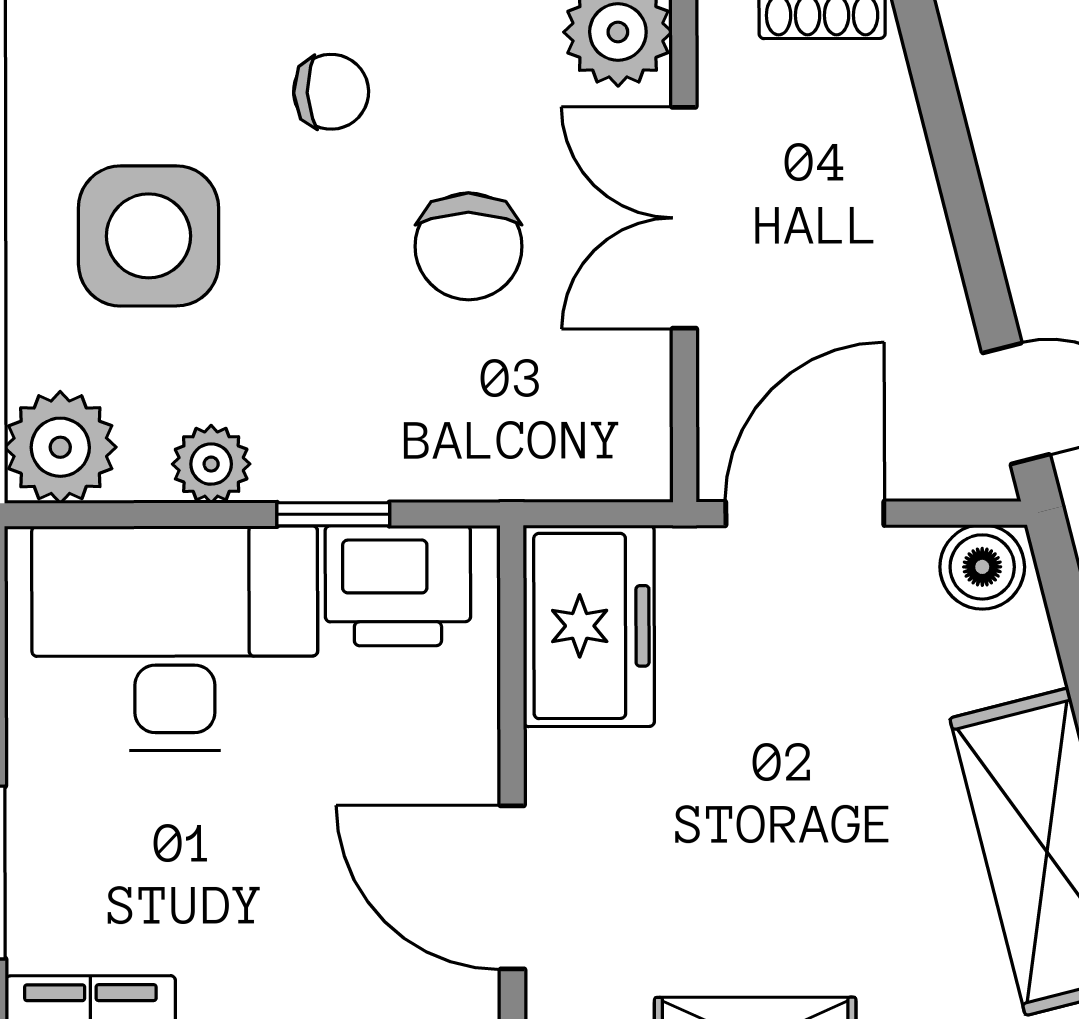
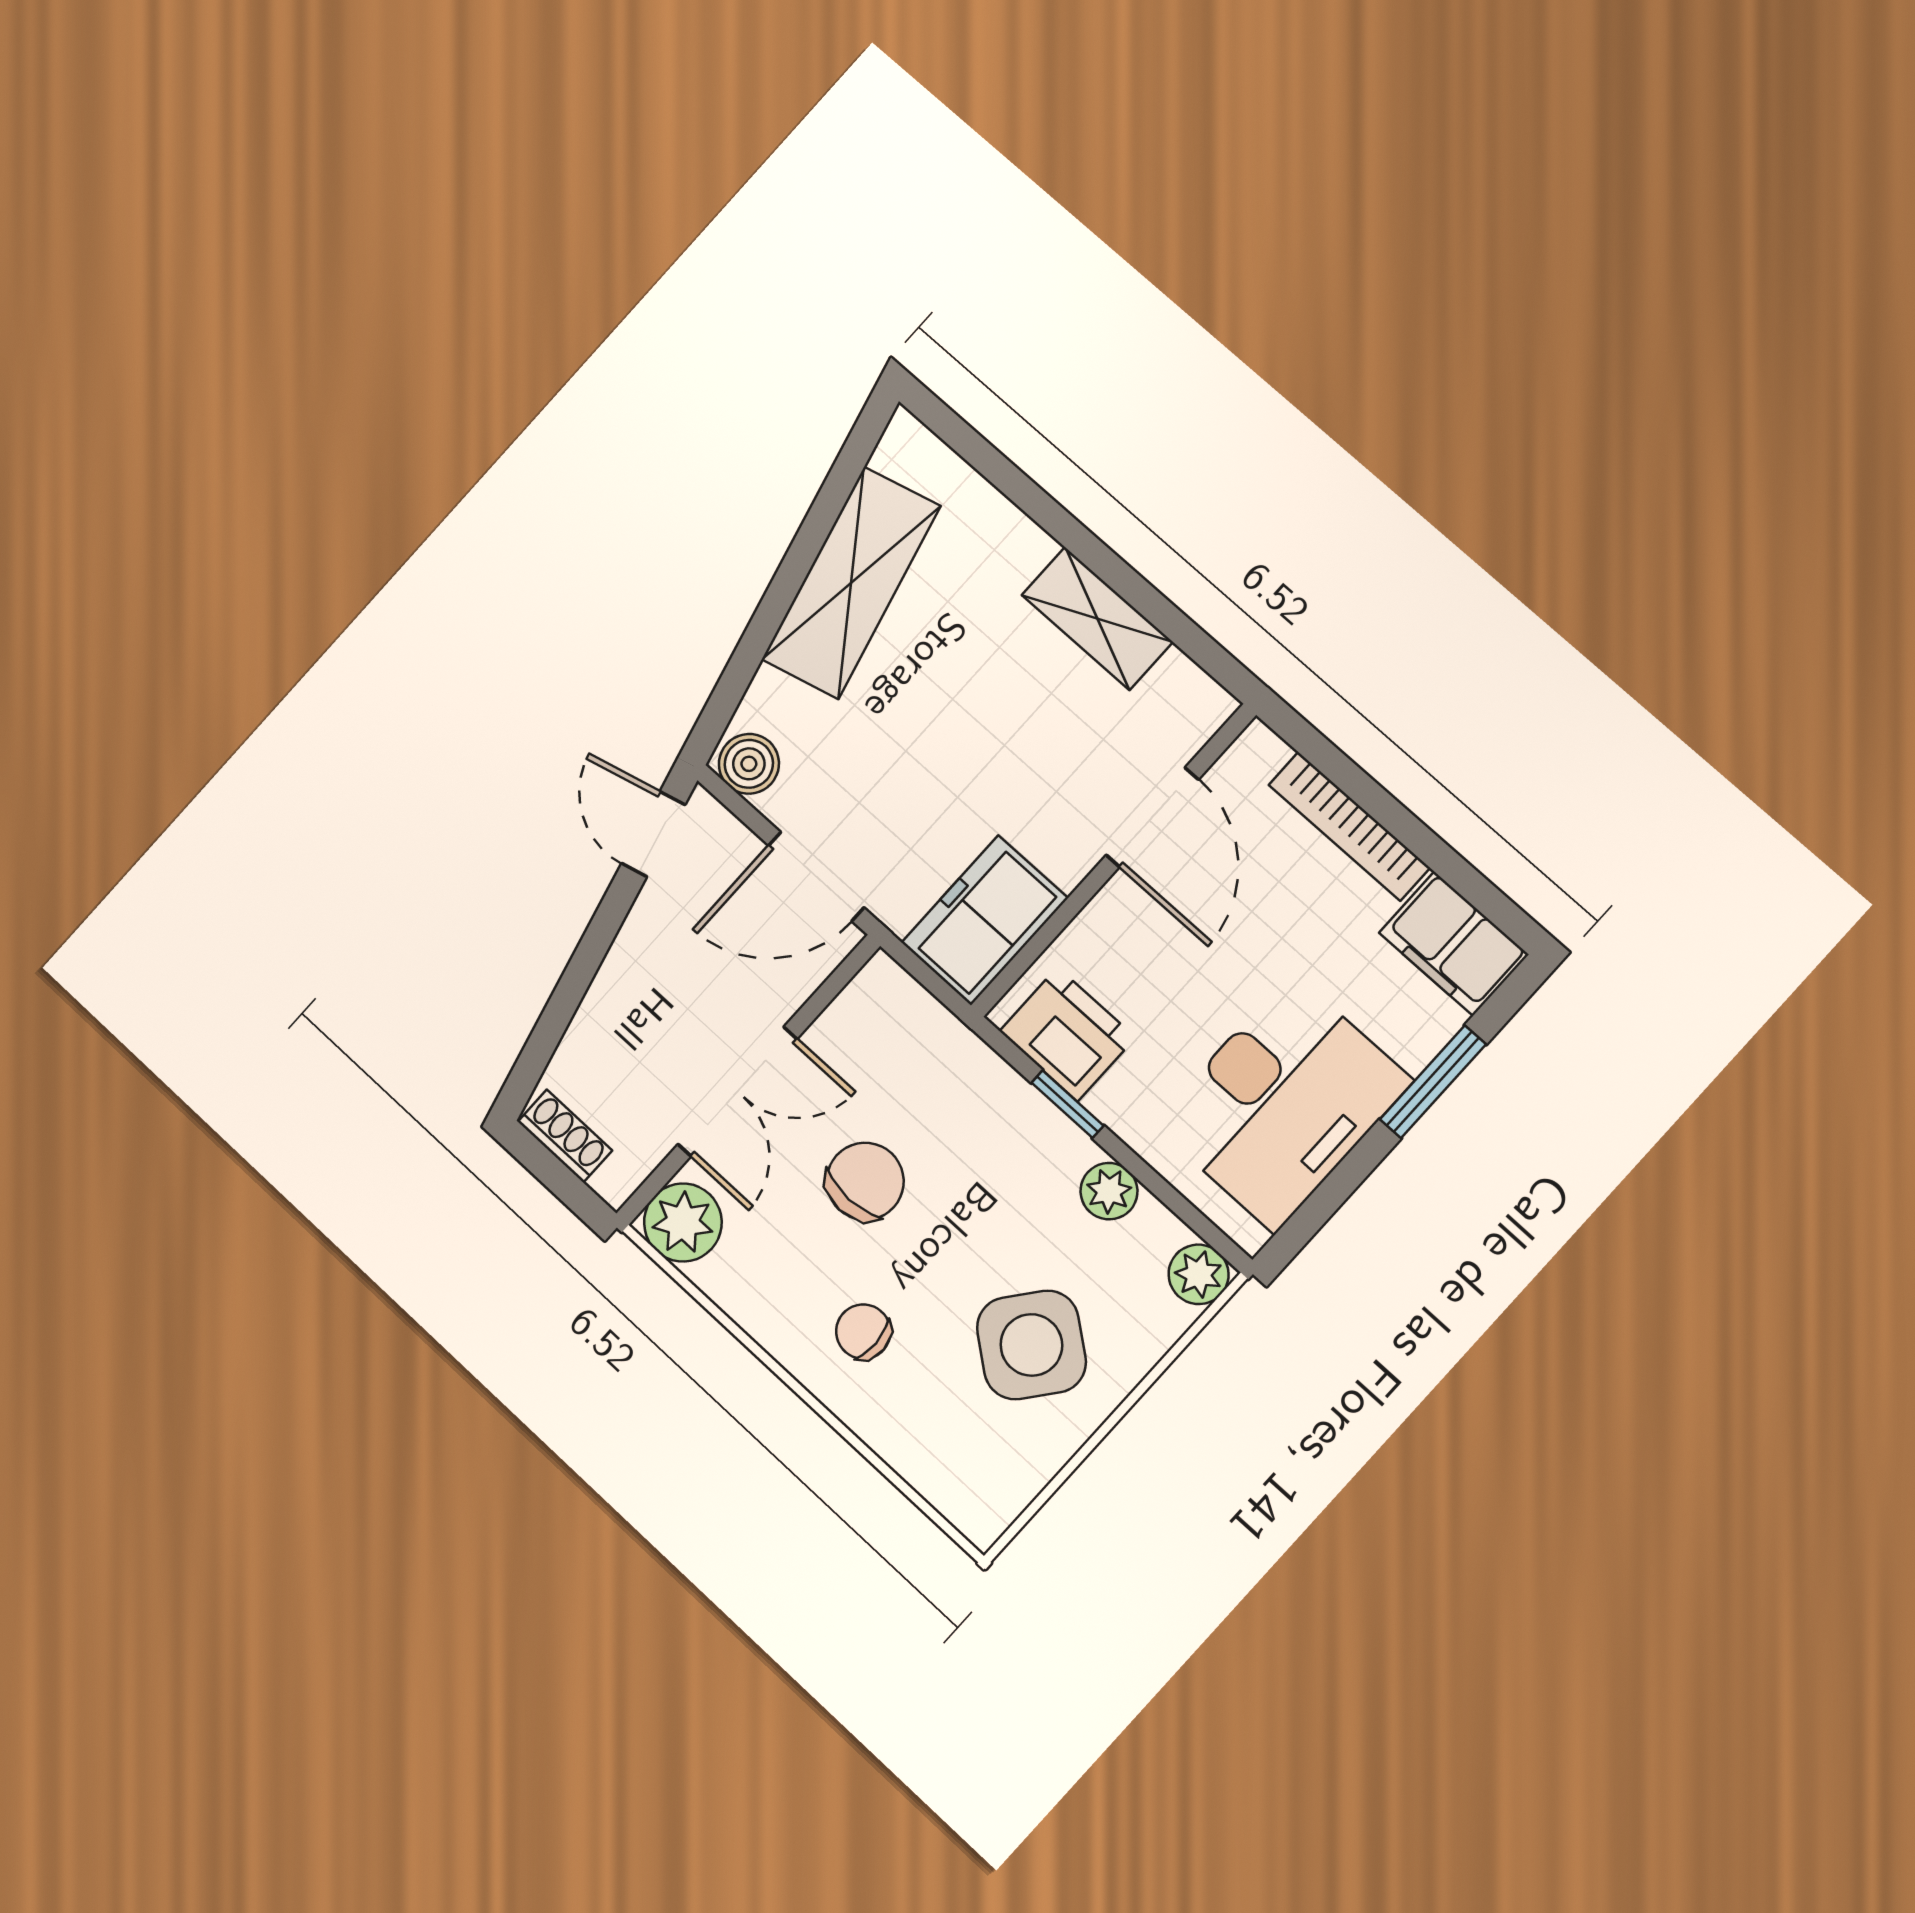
side table: (149, 236) -> (1031, 1345), turned 38
plant: (60, 447) -> (1199, 1274), width x0.73, depth x0.73
desk: (175, 638) -> (1283, 1103), moved, turned -90

